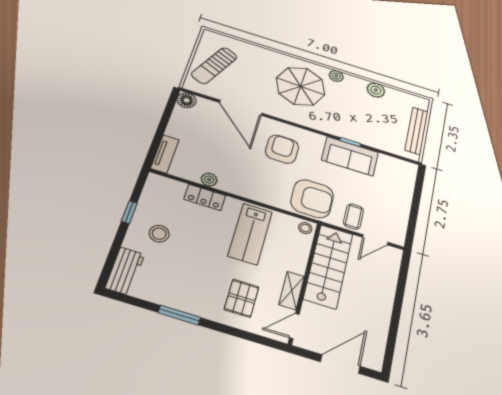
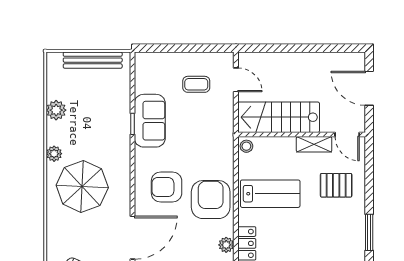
armchair: (312, 199) -> (211, 200), moved
coffee table: (353, 217) -> (196, 84), moved

